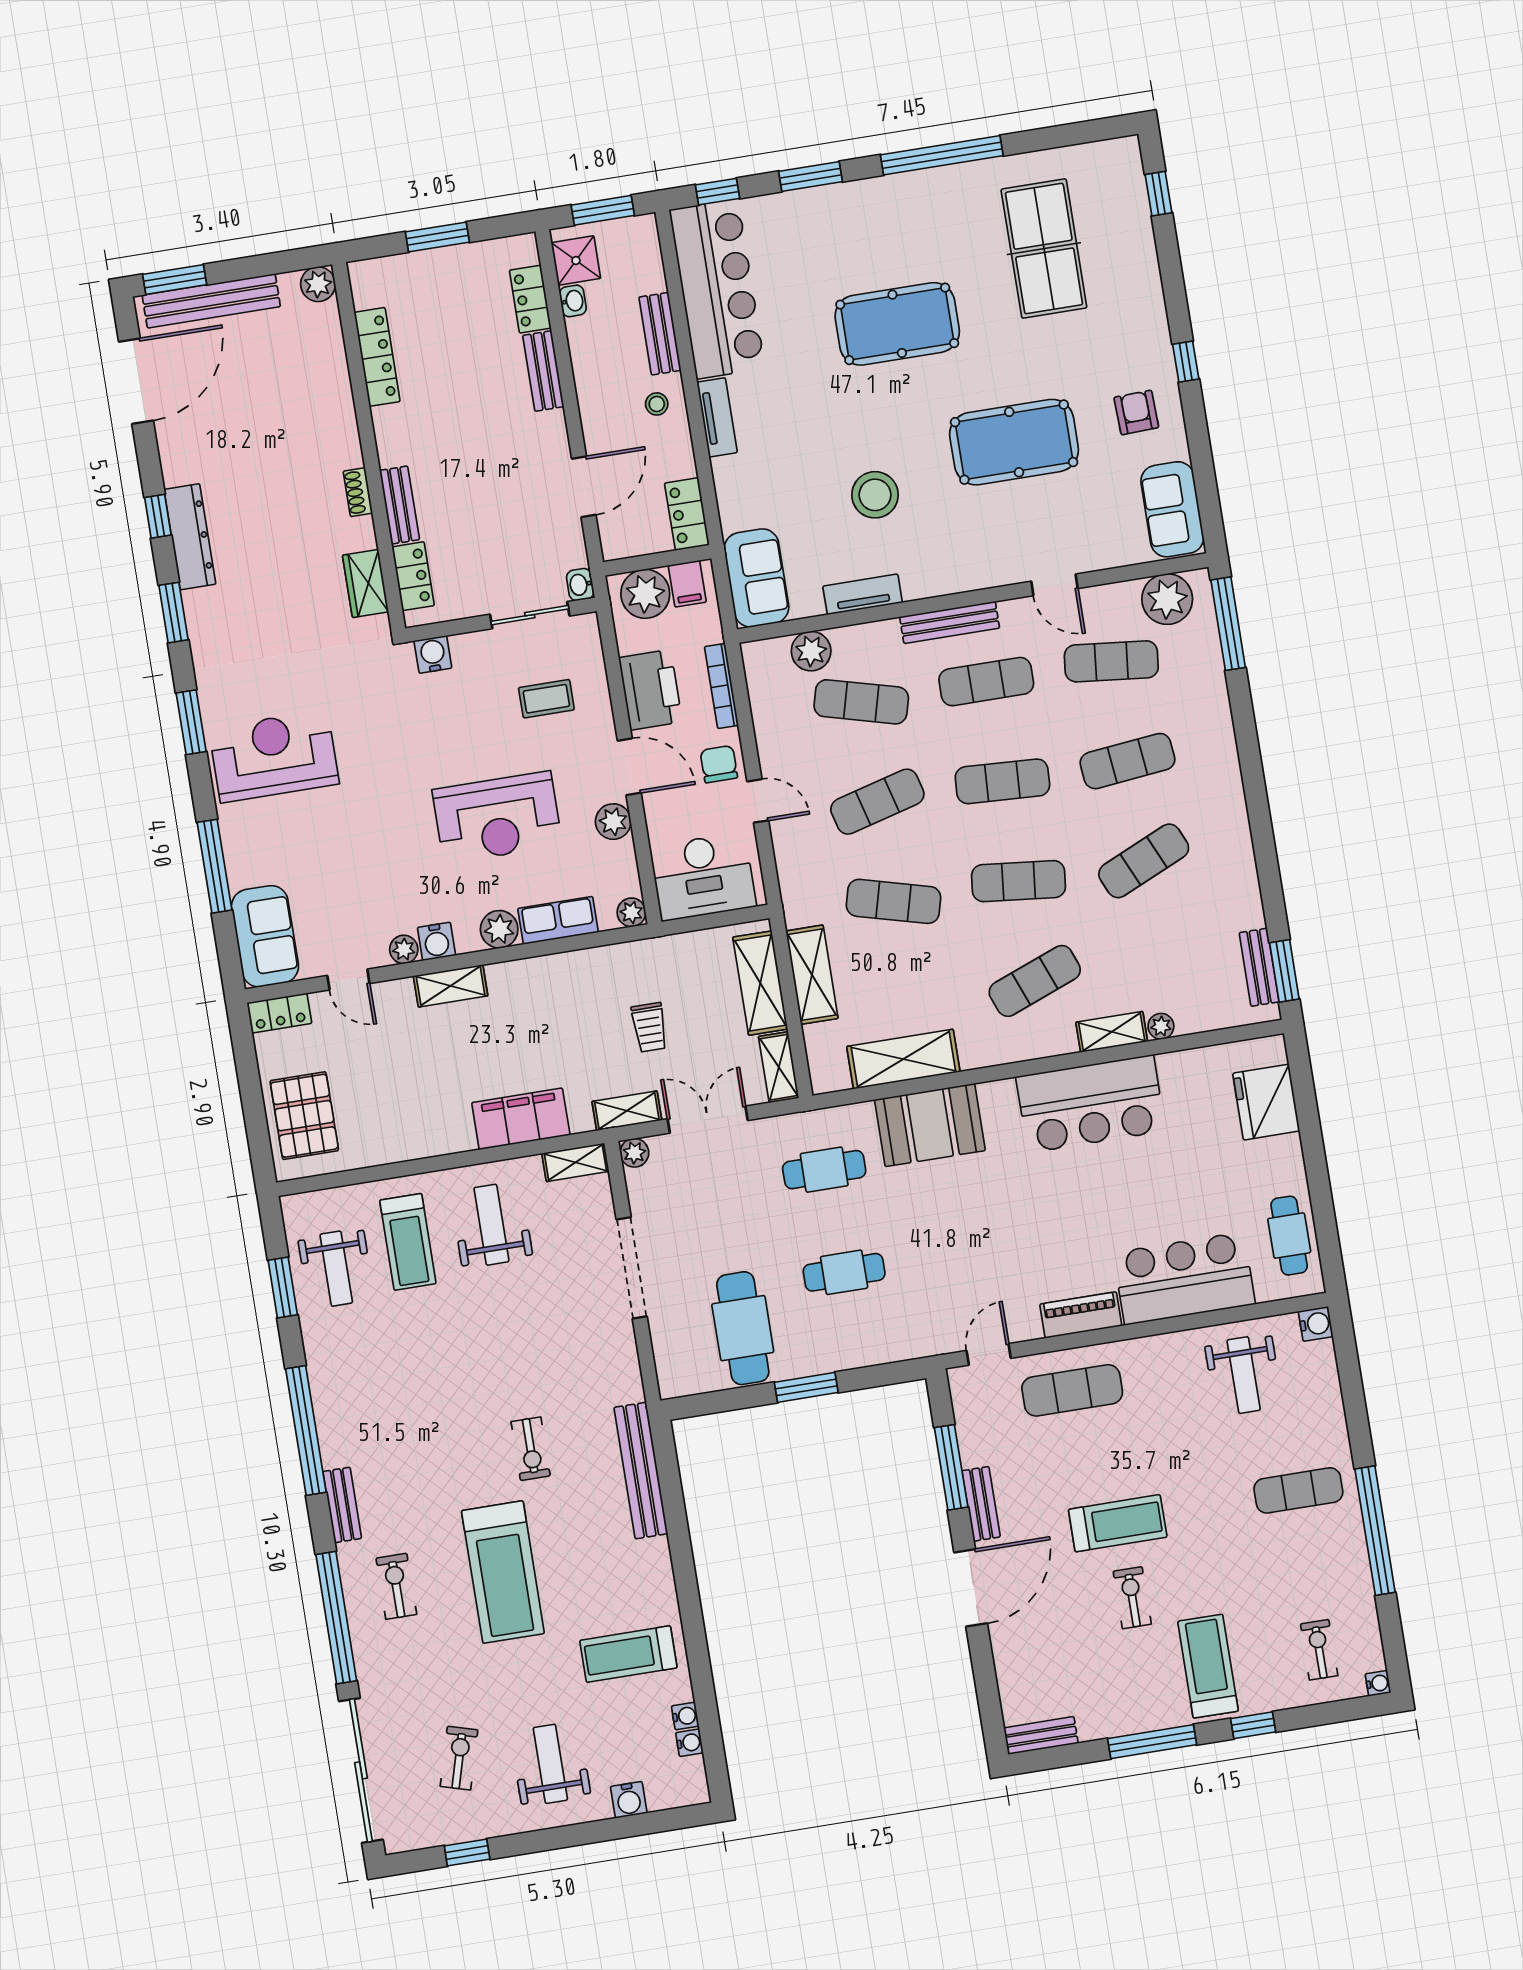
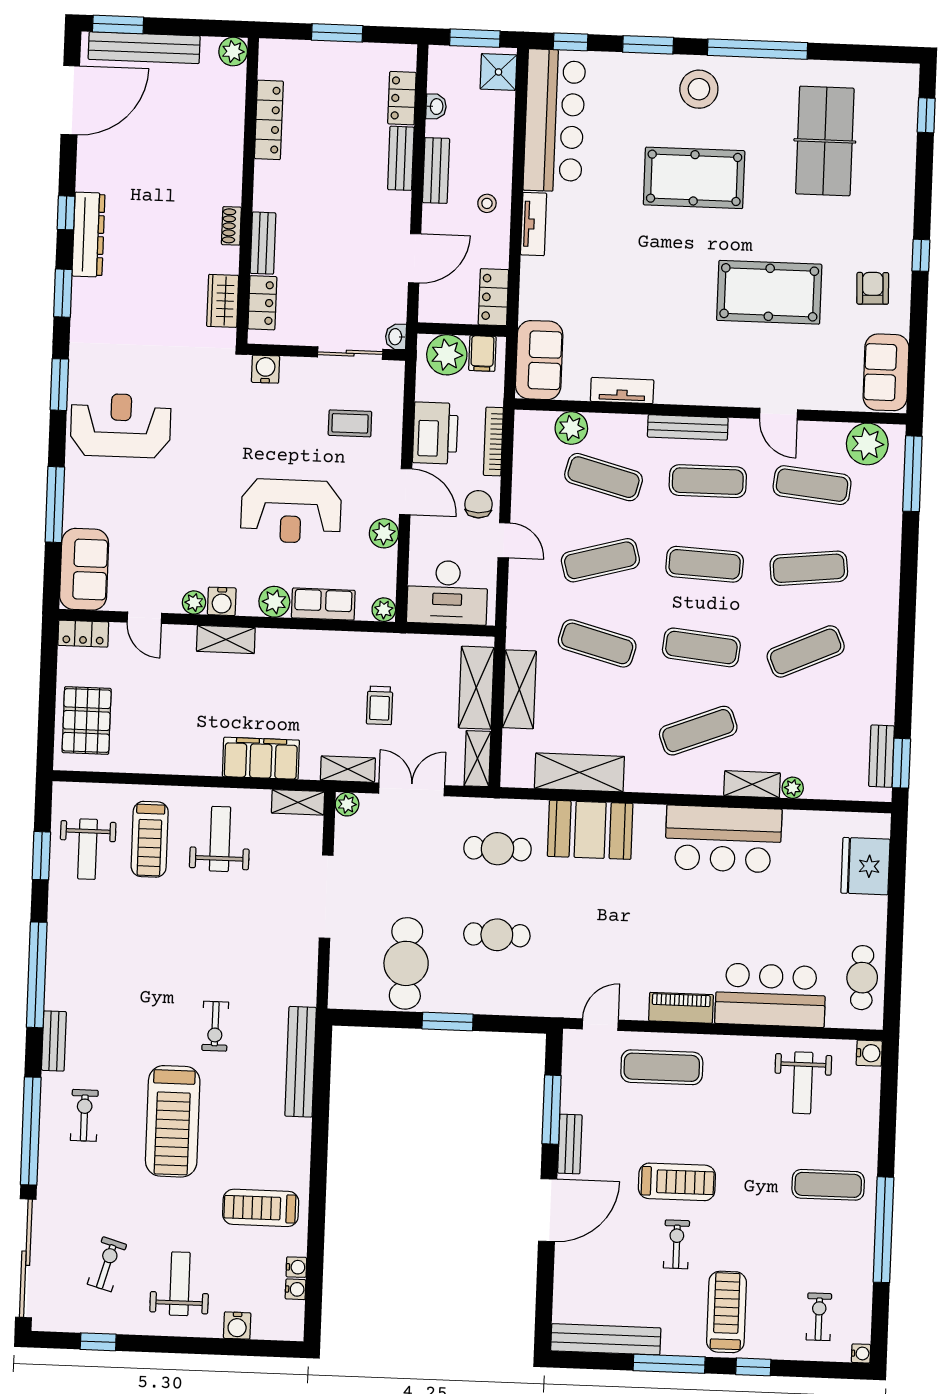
shower: (576, 260) -> (498, 72), moved
bench: (660, 334) -> (436, 171), moved
stool: (875, 495) -> (699, 89), moved
bench: (1041, 1736) -> (606, 1339), width x1.86, depth x1.21

